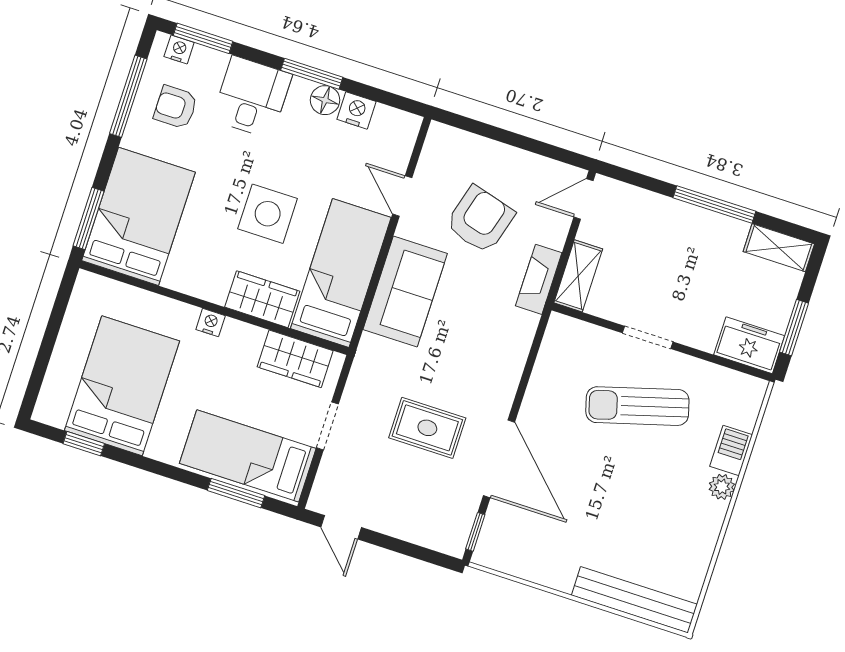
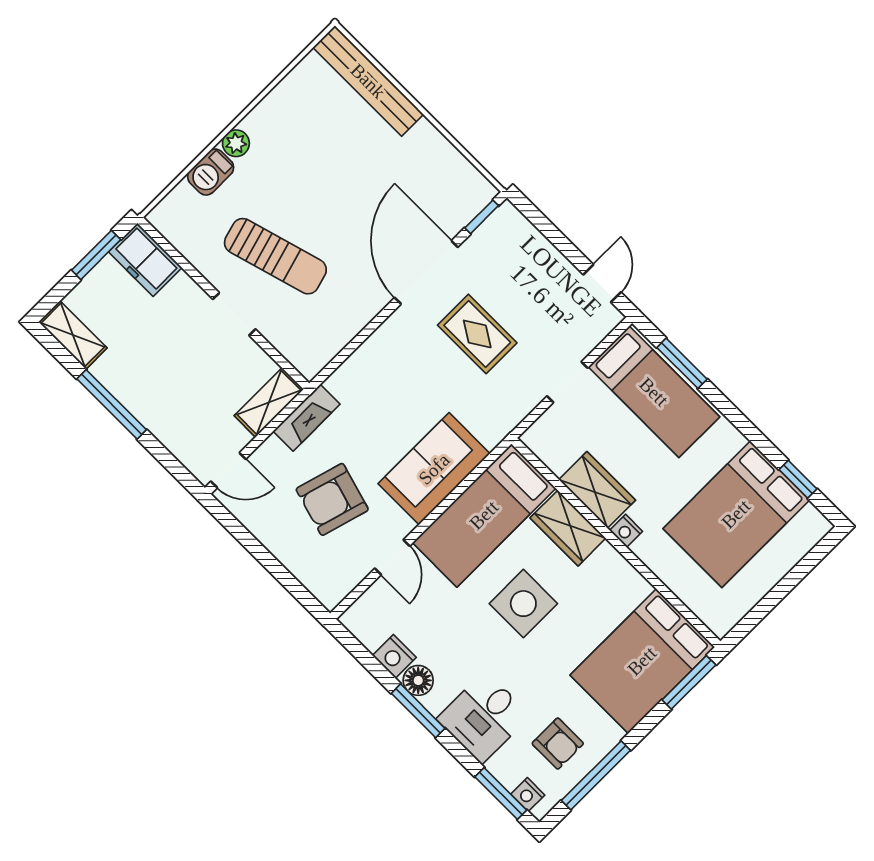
wardrobe: (295, 359) -> (597, 490), moved

